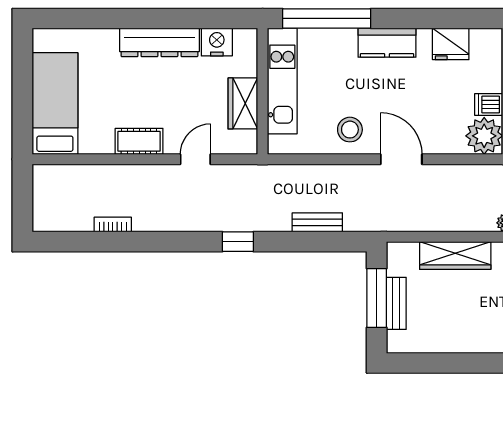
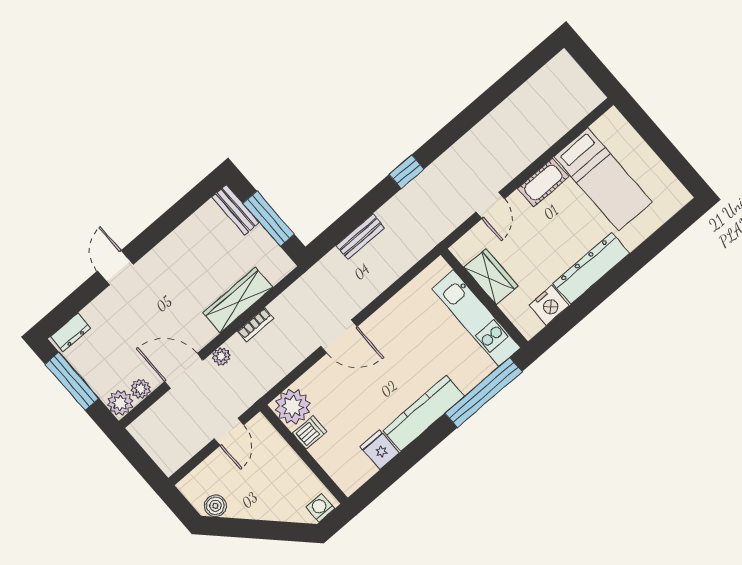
kitchen counter: (387, 43) -> (424, 413), width x1.50
fridge: (451, 44) -> (380, 450), width x0.72
bed: (55, 104) -> (603, 179), moved
stool: (350, 130) -> (396, 326), removed
bookcase: (113, 225) -> (255, 325), moved
bench: (396, 303) -> (235, 210), moved

